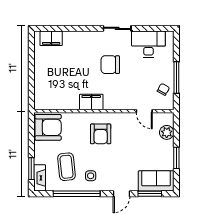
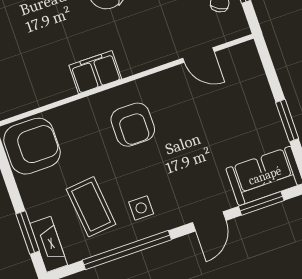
plant: (167, 132) -> (253, 80), removed

